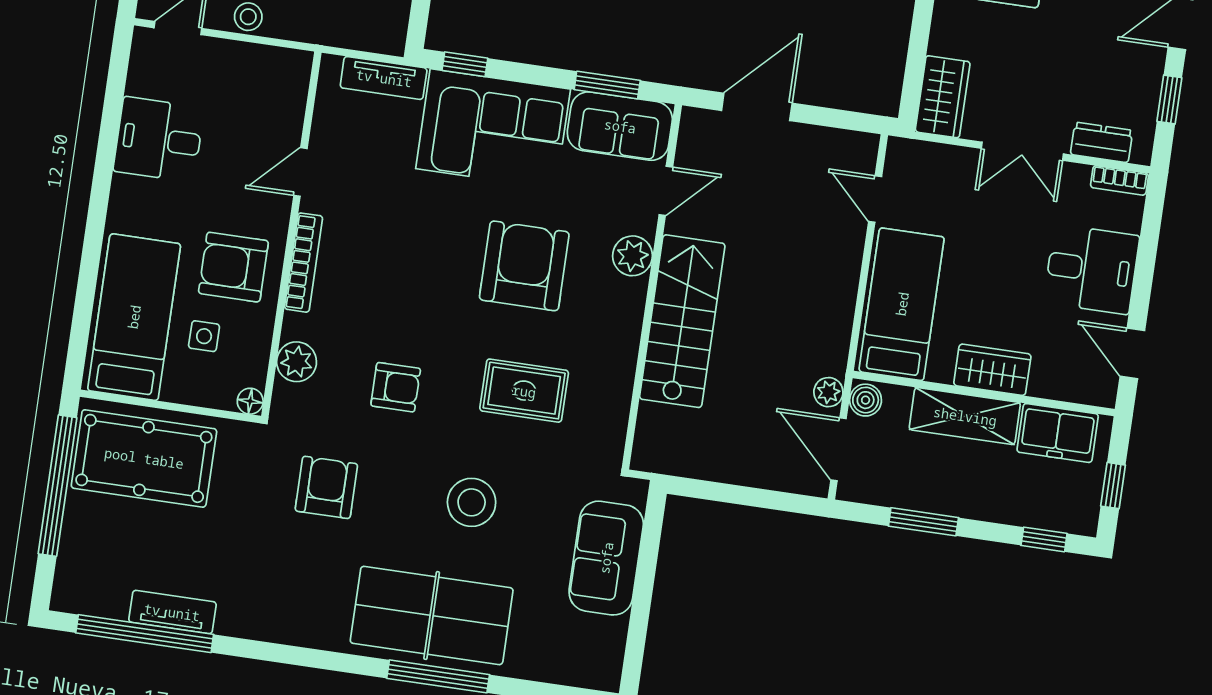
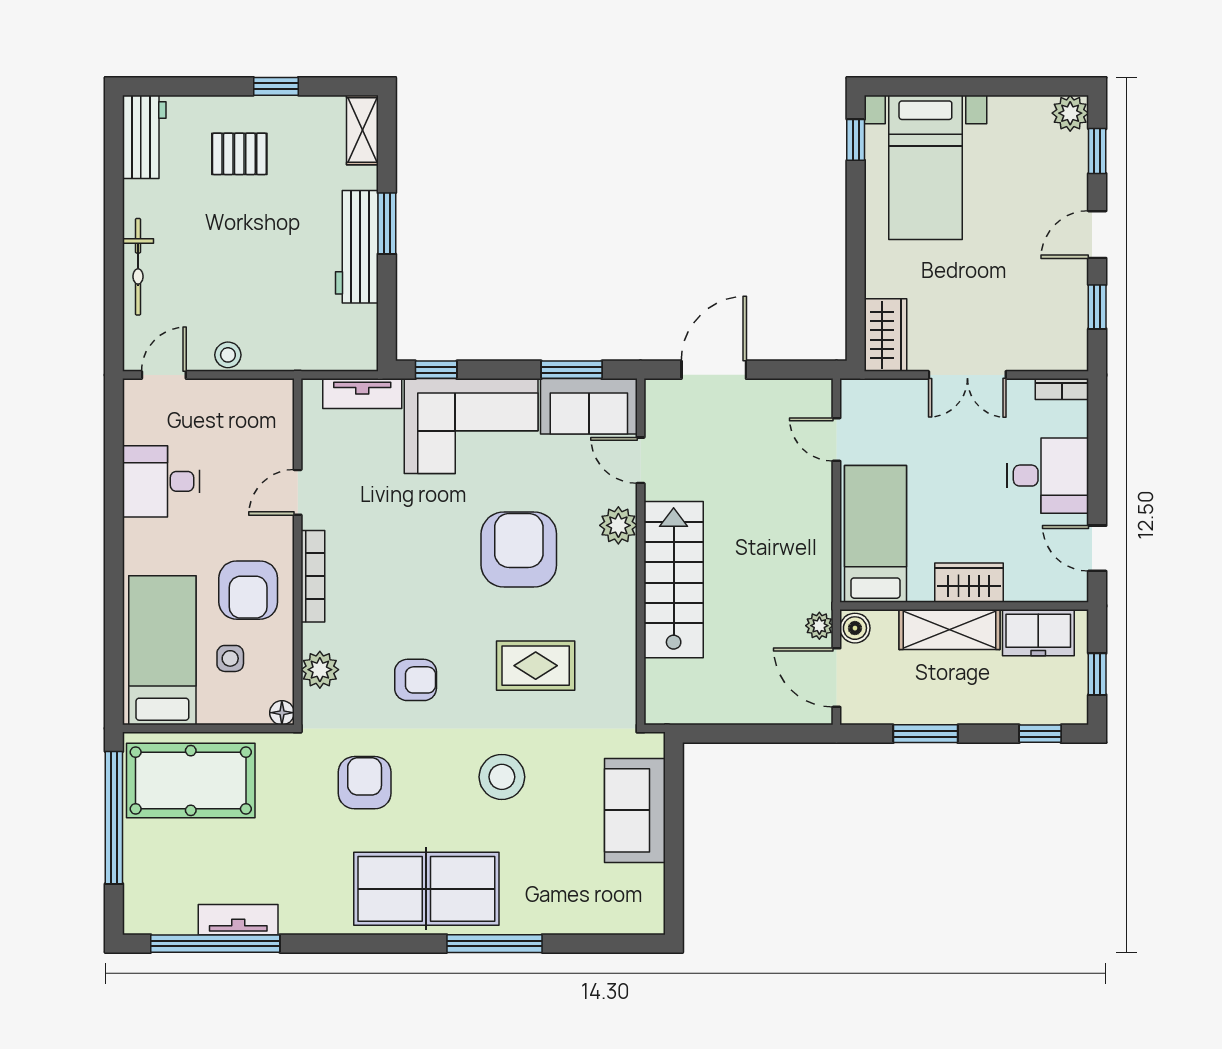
dresser: (1102, 142) -> (1040, 356), removed
door: (666, 191) -> (641, 460), swing flipped
armchair: (233, 267) -> (248, 590), turned -90
table tennis table: (432, 616) -> (426, 889), moved

